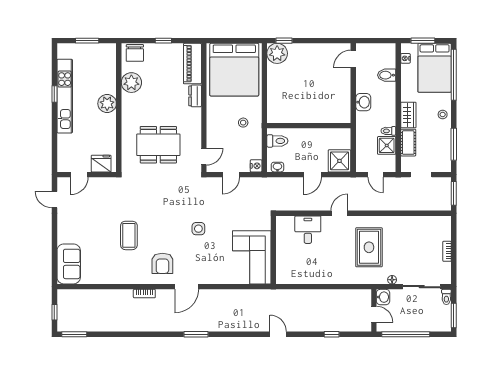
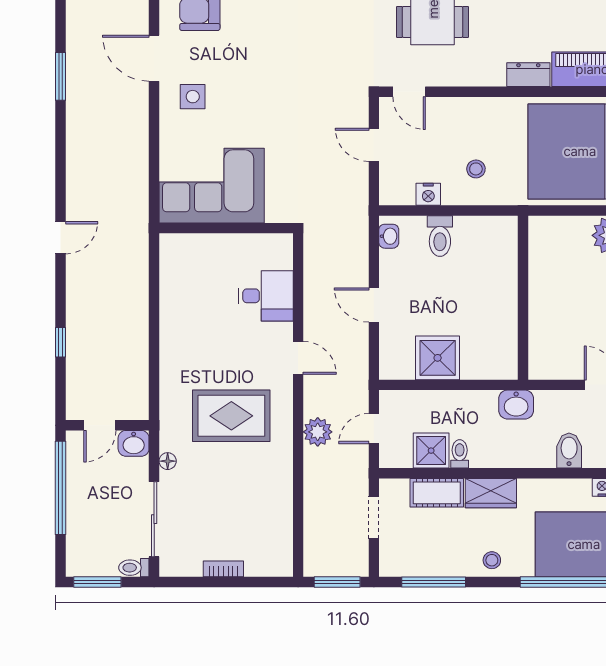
wall: (309, 126) -> (523, 298), moved
shower: (339, 161) -> (438, 358), moved
nightstand: (256, 166) -> (428, 194), moved
plant: (377, 203) -> (318, 432), added
side table: (198, 229) -> (193, 97), moved

